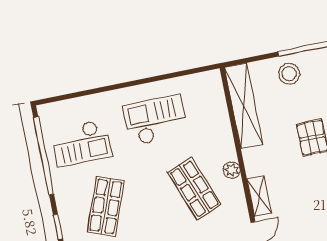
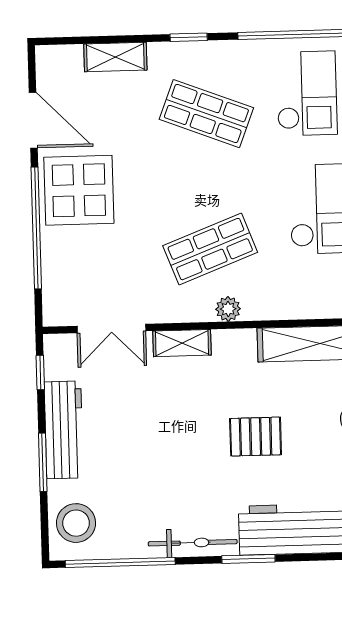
checkout: (81, 143) -> (307, 93), turned 180

